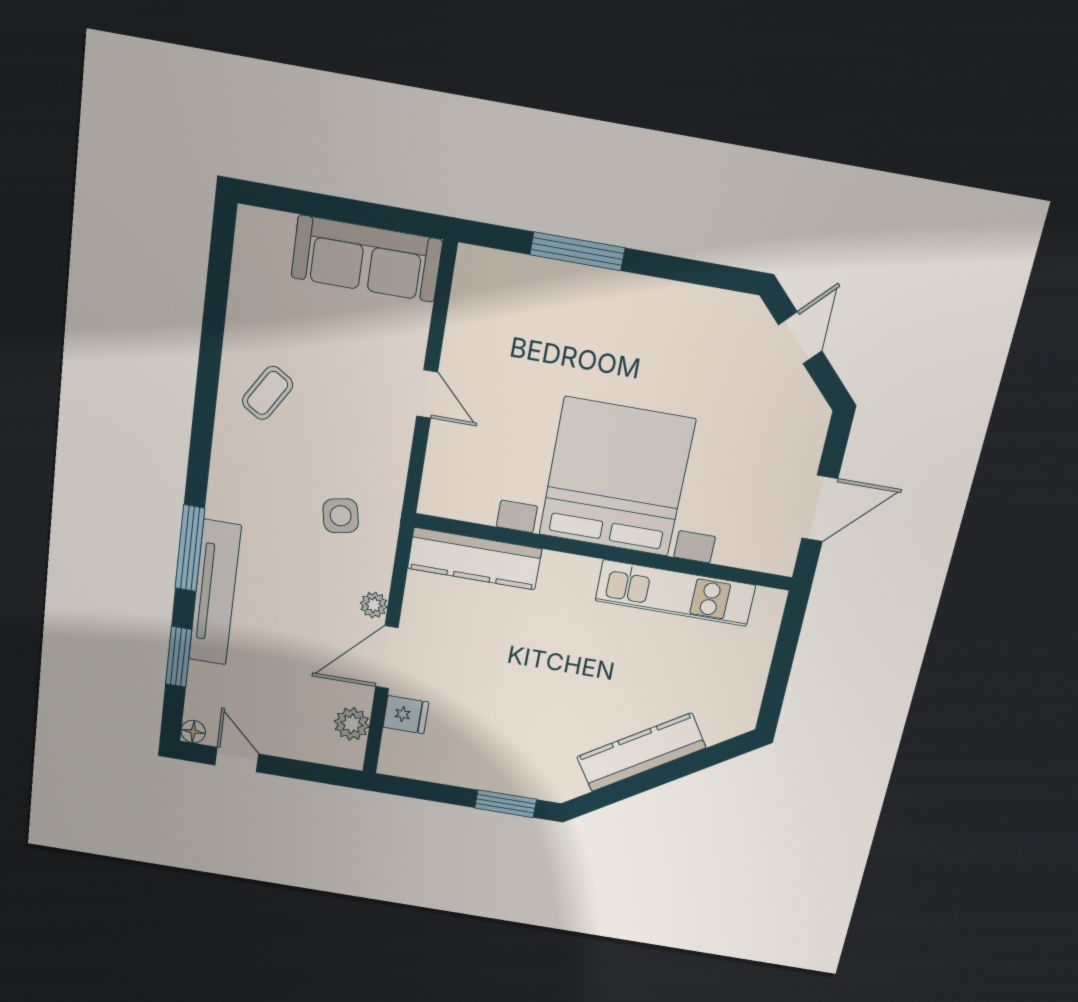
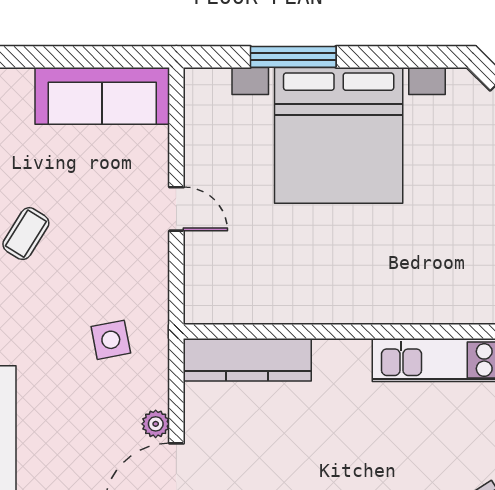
bed with nightstands: (617, 477) -> (339, 135), moved, turned 180

